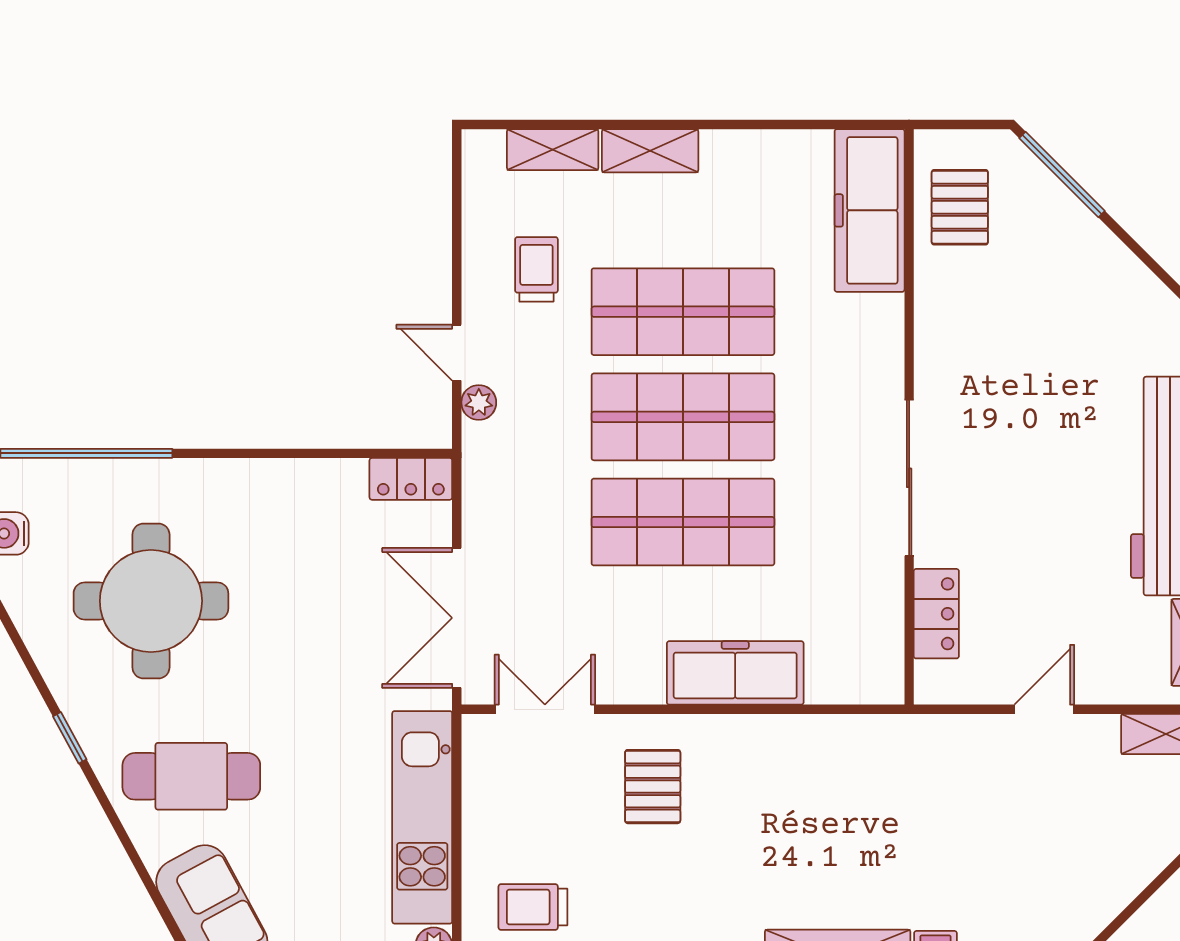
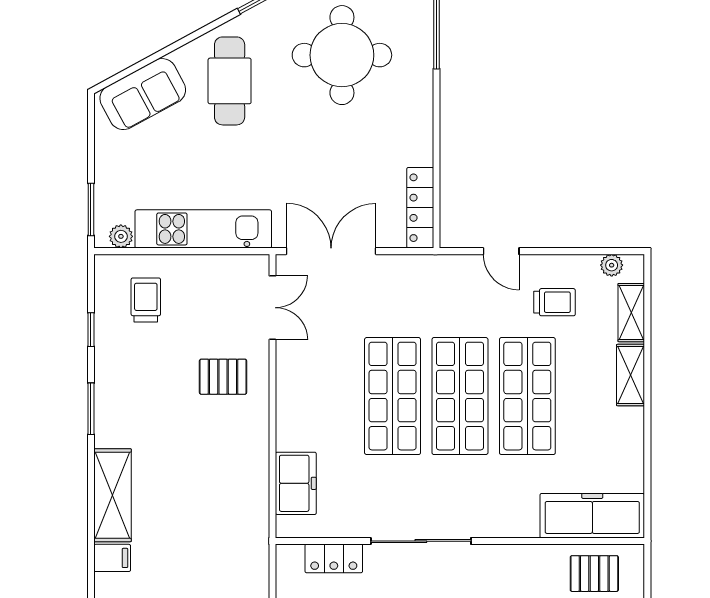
door: (457, 353) -> (501, 251), swing flipped
plant: (479, 402) -> (612, 265), moved
locker: (411, 479) -> (420, 208), width x1.53
freezer: (735, 673) -> (296, 483), moved, width x0.71

